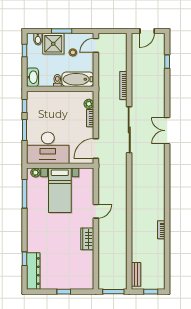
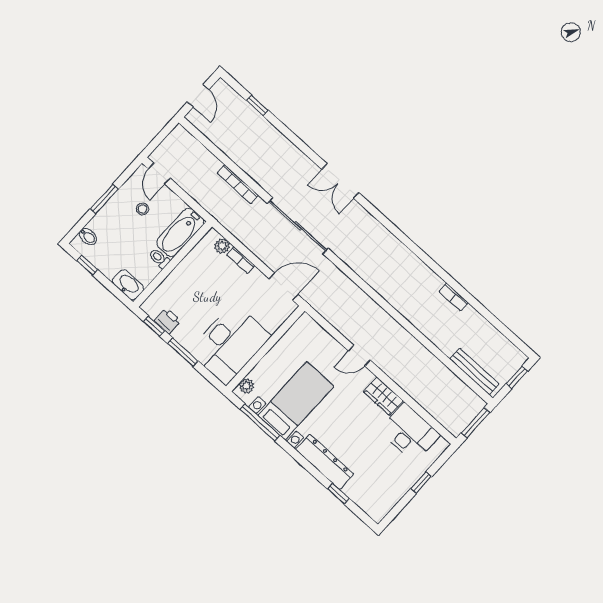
shower: (53, 44) -> (110, 223), removed
printer: (32, 110) -> (168, 321), added
door: (96, 148) -> (284, 287), swing flipped
bed with nightstands: (60, 190) -> (296, 401), moved, turned -90
door: (96, 211) -> (359, 356), swing flipped
desk: (82, 266) -> (410, 433), added
dresser: (33, 271) -> (324, 462), moved
bench: (136, 274) -> (474, 372), width x1.36

